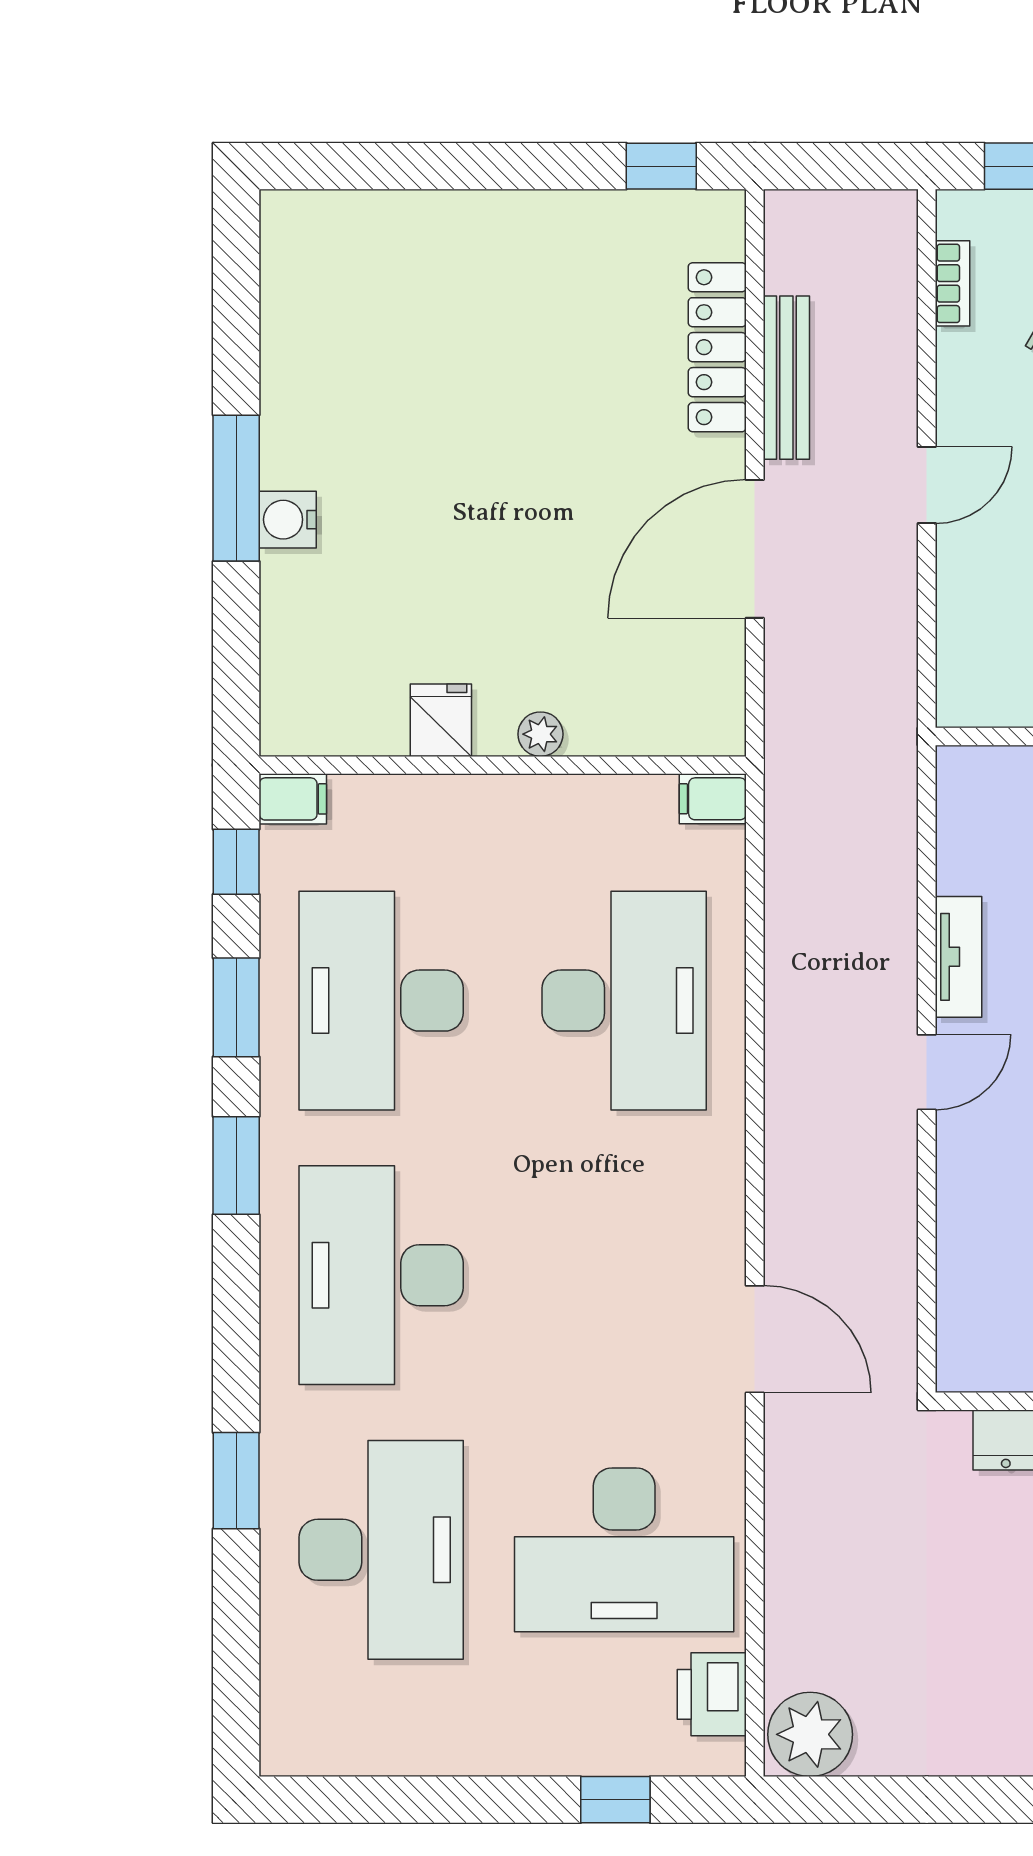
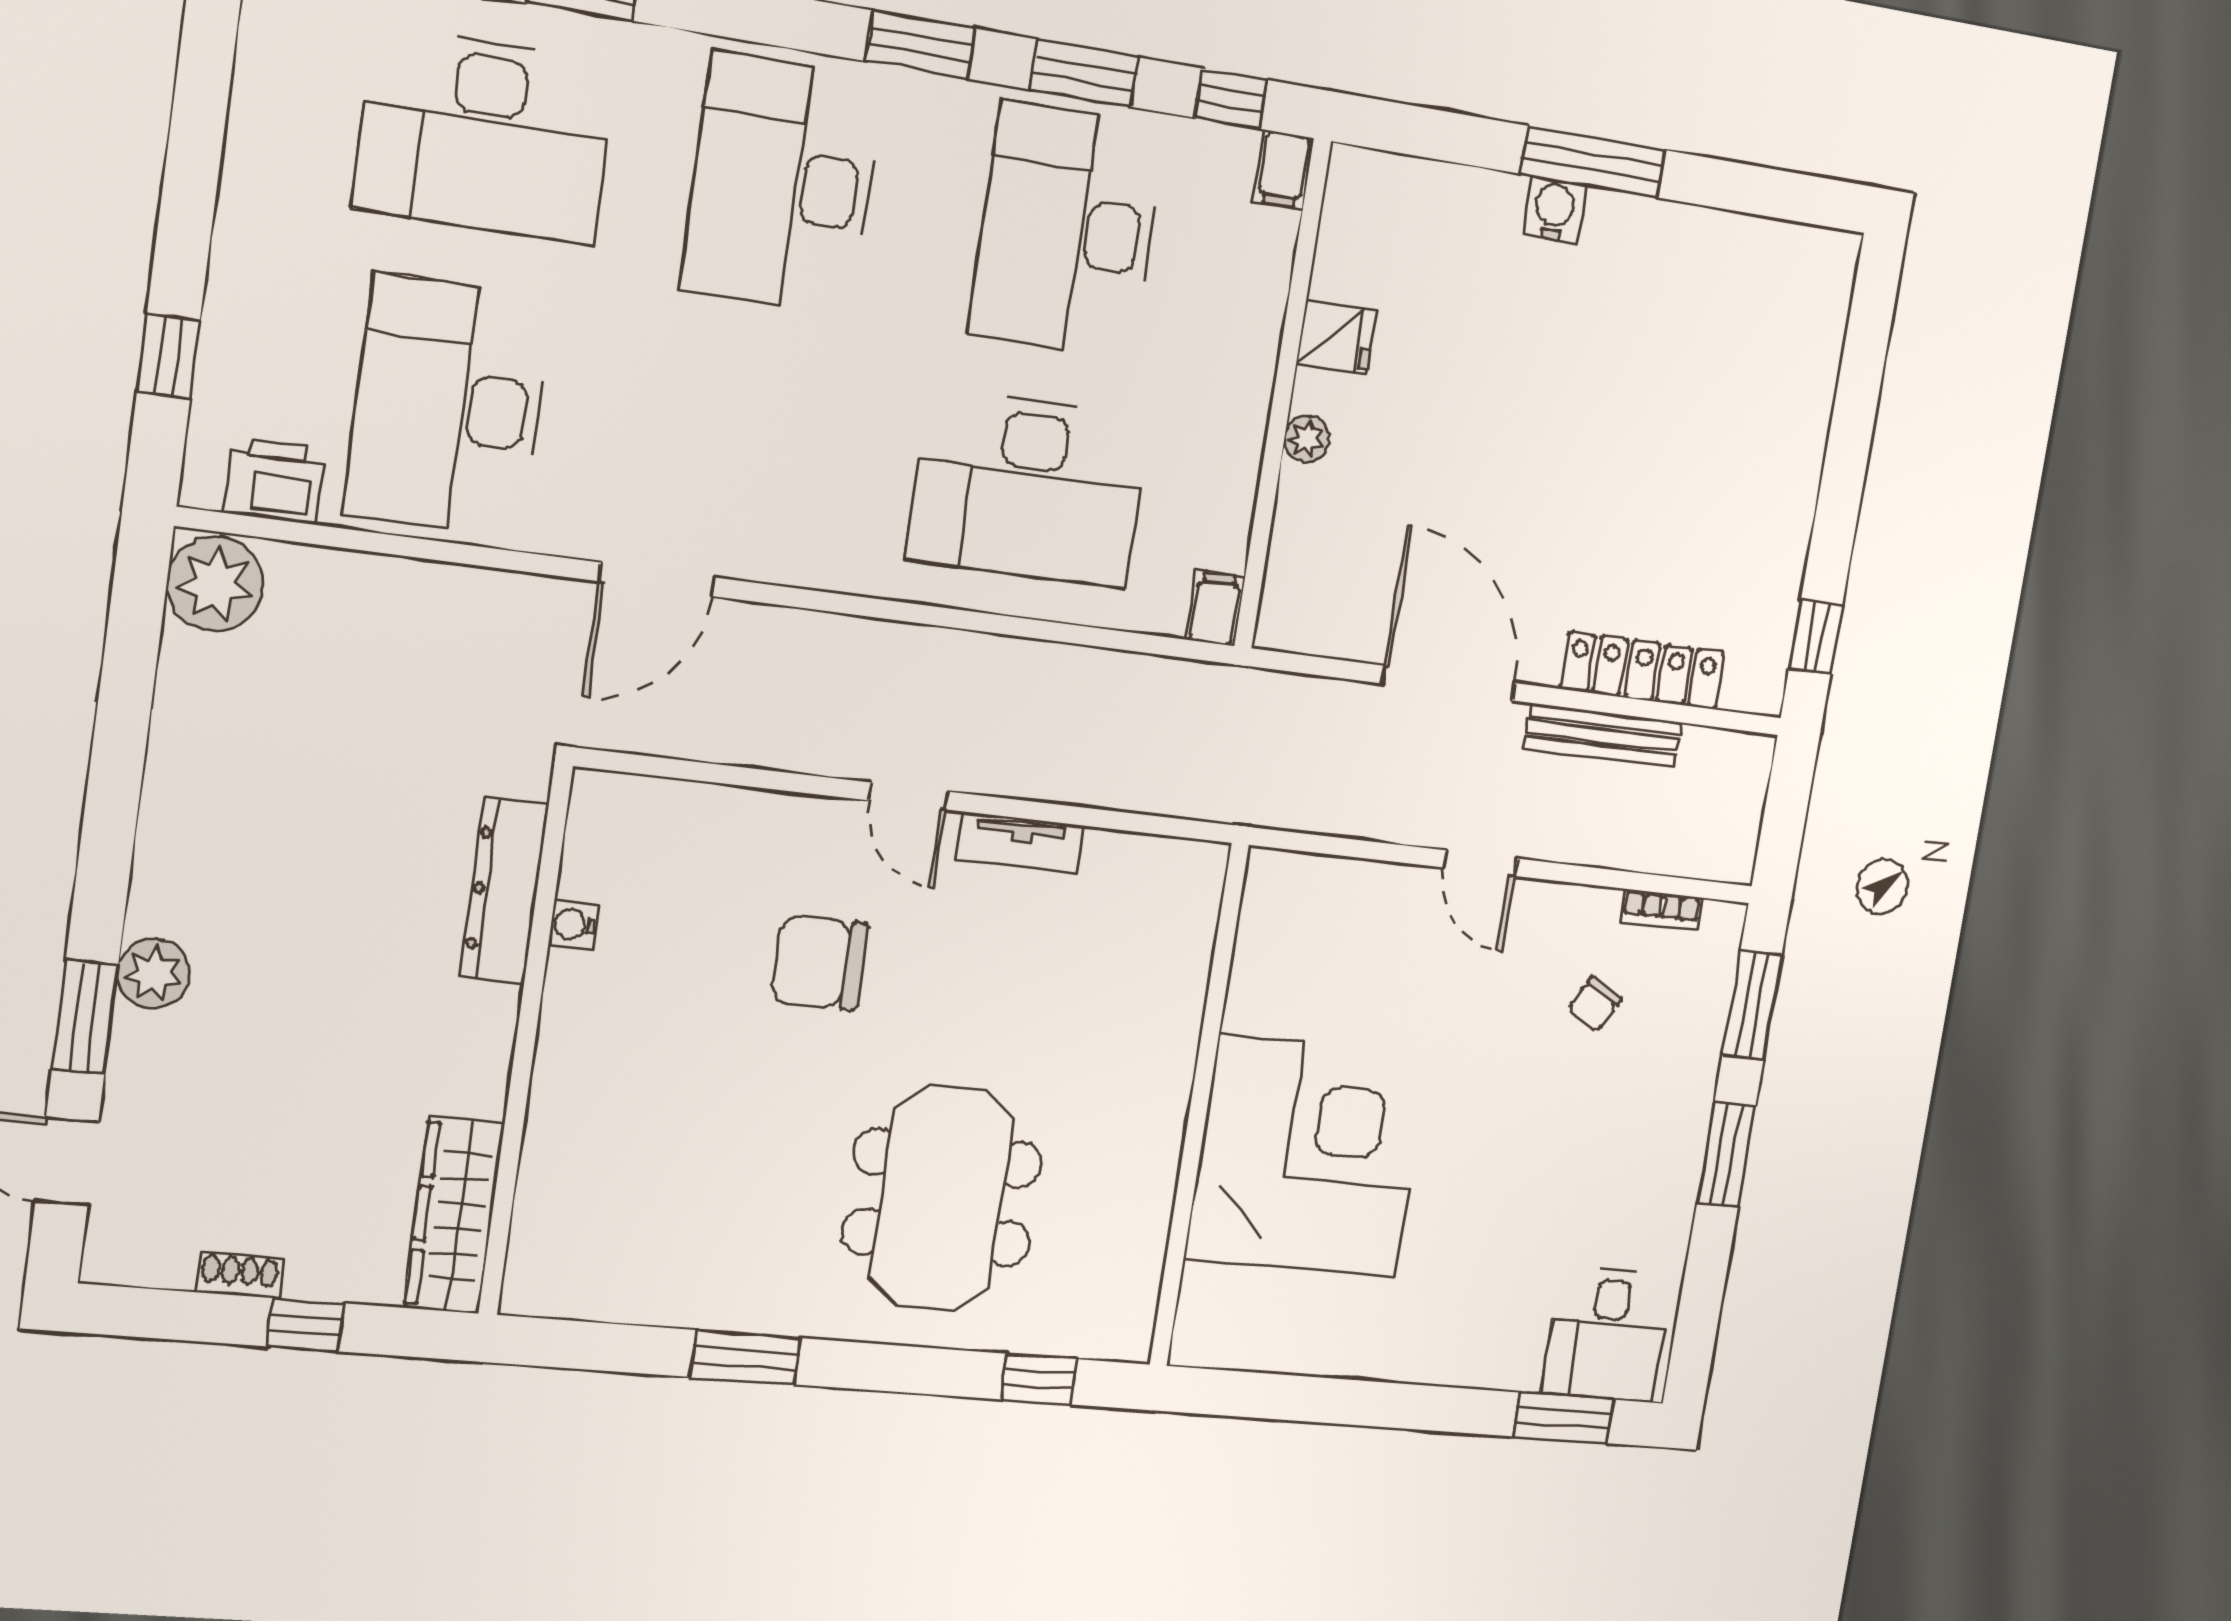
desk: (381, 1001) -> (1067, 230), turned -90
desk: (381, 1275) -> (782, 184), turned -90

